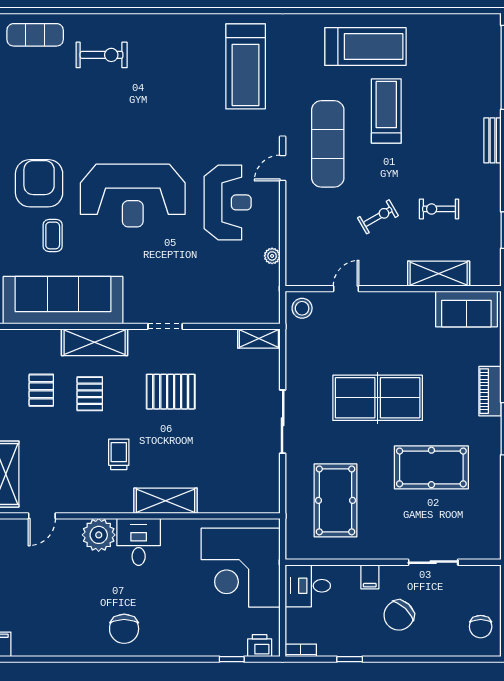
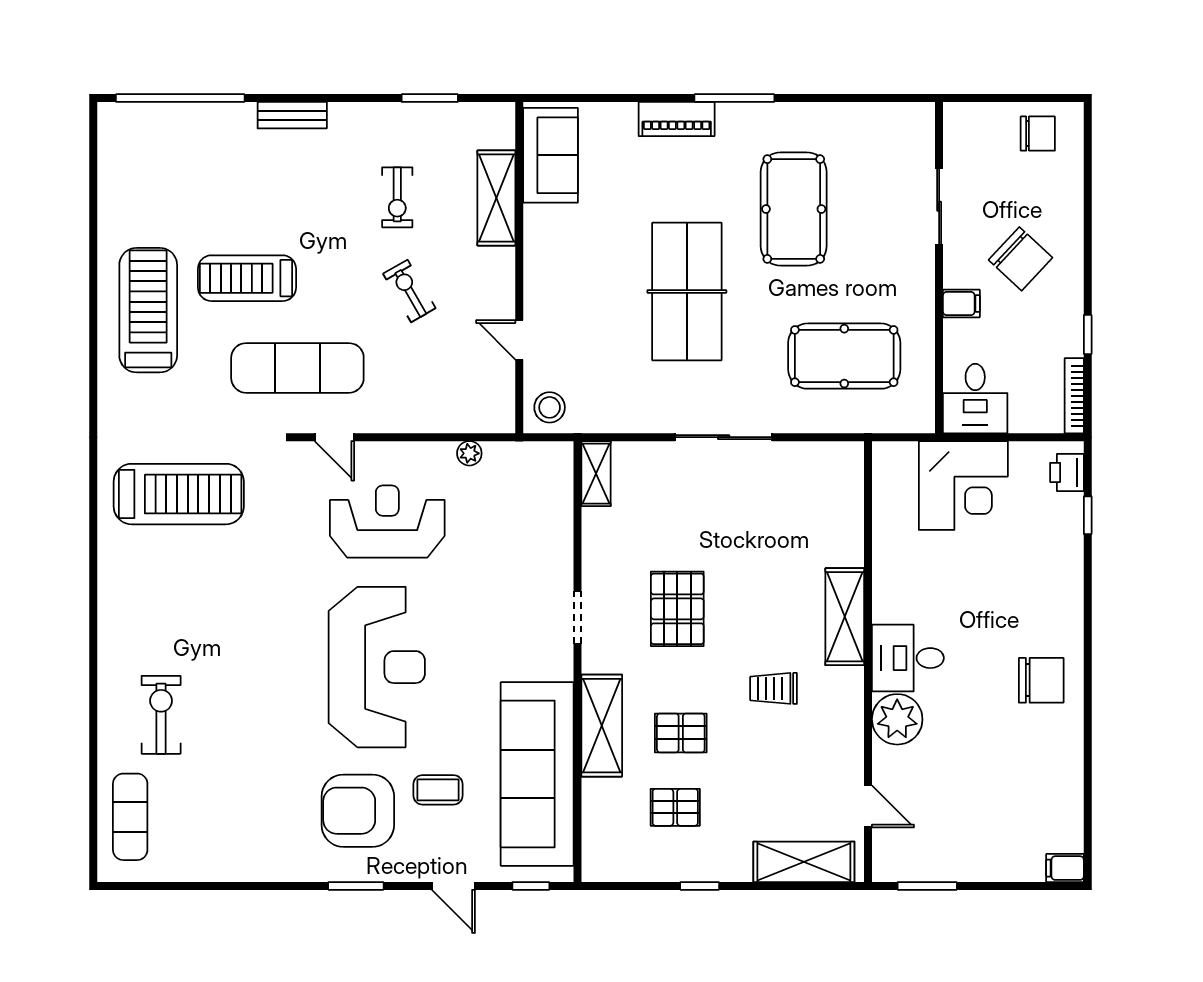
corner desk: (241, 568) -> (963, 486), width x0.74, depth x0.74
bookcase: (301, 650) -> (1074, 396), width x1.56

